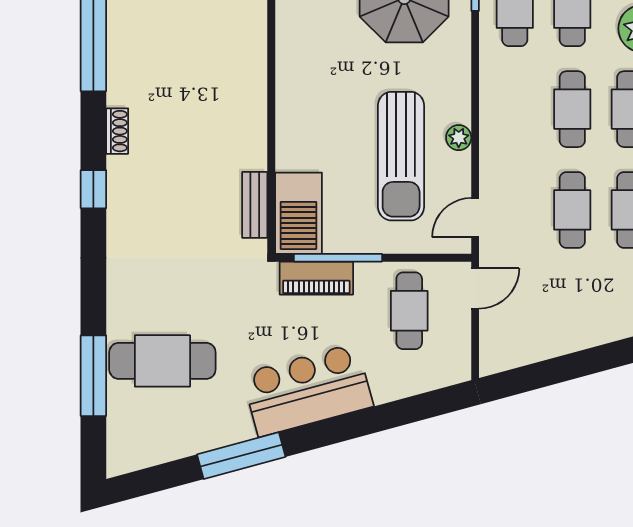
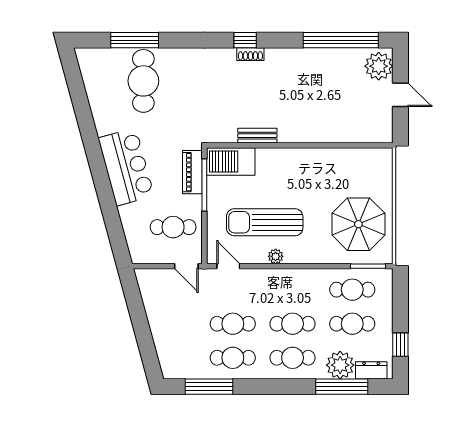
shoe rack: (117, 131) -> (250, 54), moved
bench: (255, 205) -> (257, 136), moved
window: (241, 456) -> (87, 128), removed

